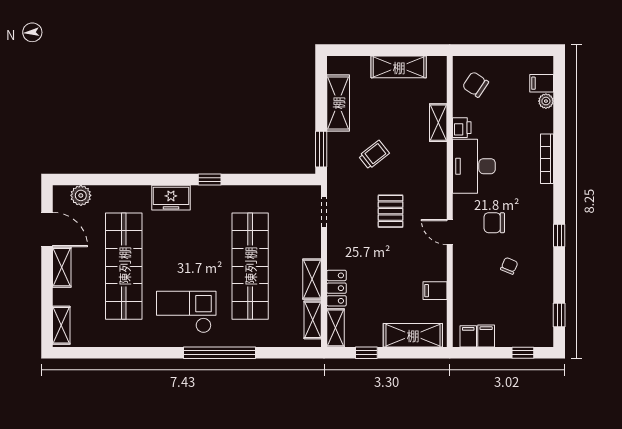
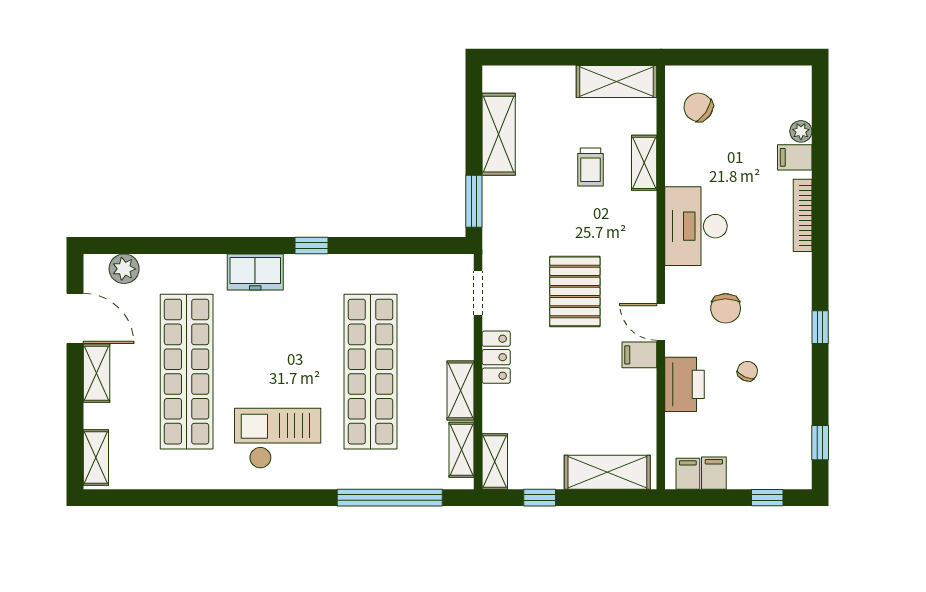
shelving: (399, 67) -> (617, 82), moved
filing cabinet: (542, 83) -> (795, 157), moved
printer: (462, 128) -> (685, 384), moved, width x1.87, depth x1.48
trolley: (374, 155) -> (590, 167), moved, turned 128
pallet: (391, 211) -> (575, 291), width x1.50, depth x1.42
chair: (494, 223) -> (726, 308), turned -90
locker: (337, 288) -> (496, 357), moved
filing cabinet: (435, 291) -> (639, 355), moved
window: (219, 353) -> (390, 498), moved

